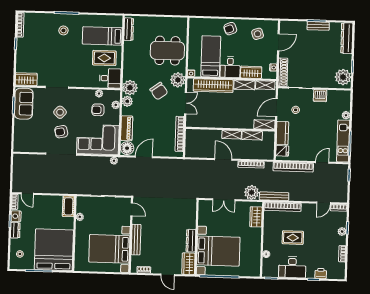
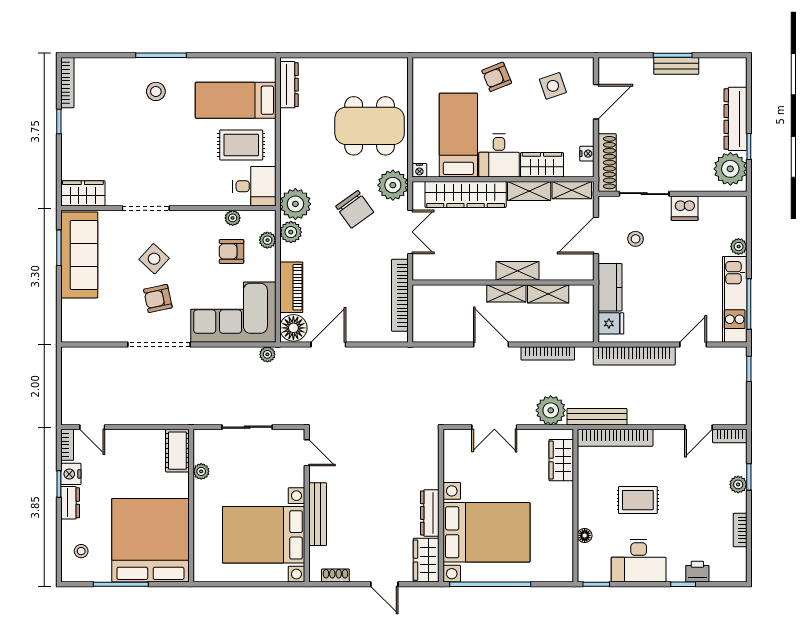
dresser: (347, 38) -> (736, 119), moved
sofa: (24, 104) -> (79, 255), width x1.36
shelving: (264, 125) -> (518, 271), moved

